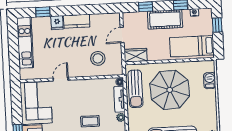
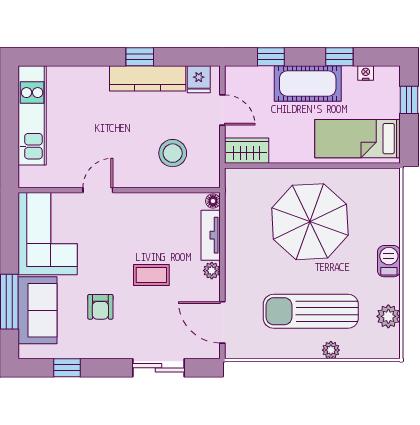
window: (43, 12) -> (140, 57), moved
kitchen counter: (77, 21) -> (148, 78), width x1.50
fridge: (57, 23) -> (199, 79), moved
door: (122, 35) -> (222, 110), swing flipped
barbecue: (210, 81) -> (389, 261), moved
sun lounger: (135, 89) -> (243, 216), removed

